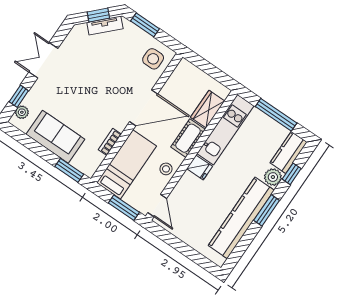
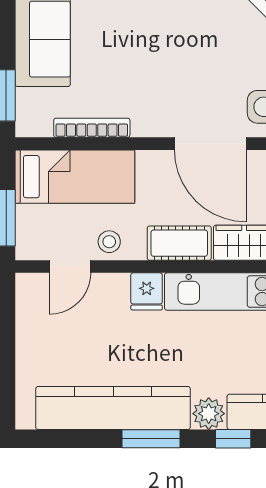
door: (144, 108) -> (210, 144), moved
bookcase: (110, 142) -> (92, 128), width x1.56
door: (157, 206) -> (70, 267), moved

